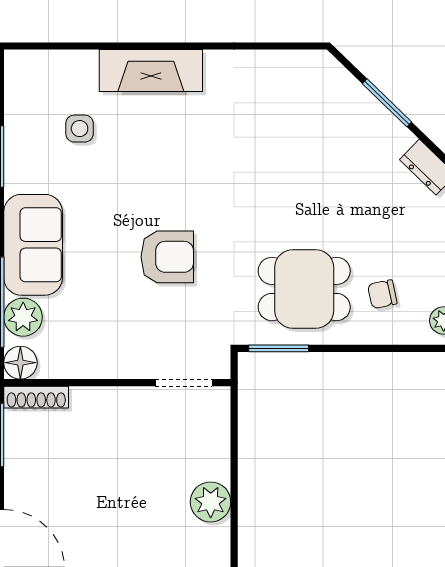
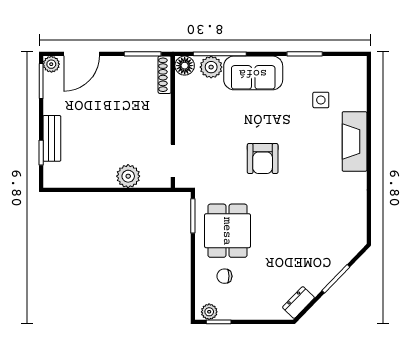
armchair: (167, 257) -> (263, 158), moved
chair: (382, 294) -> (224, 276), turned -78
plant: (211, 502) -> (128, 176), moved

